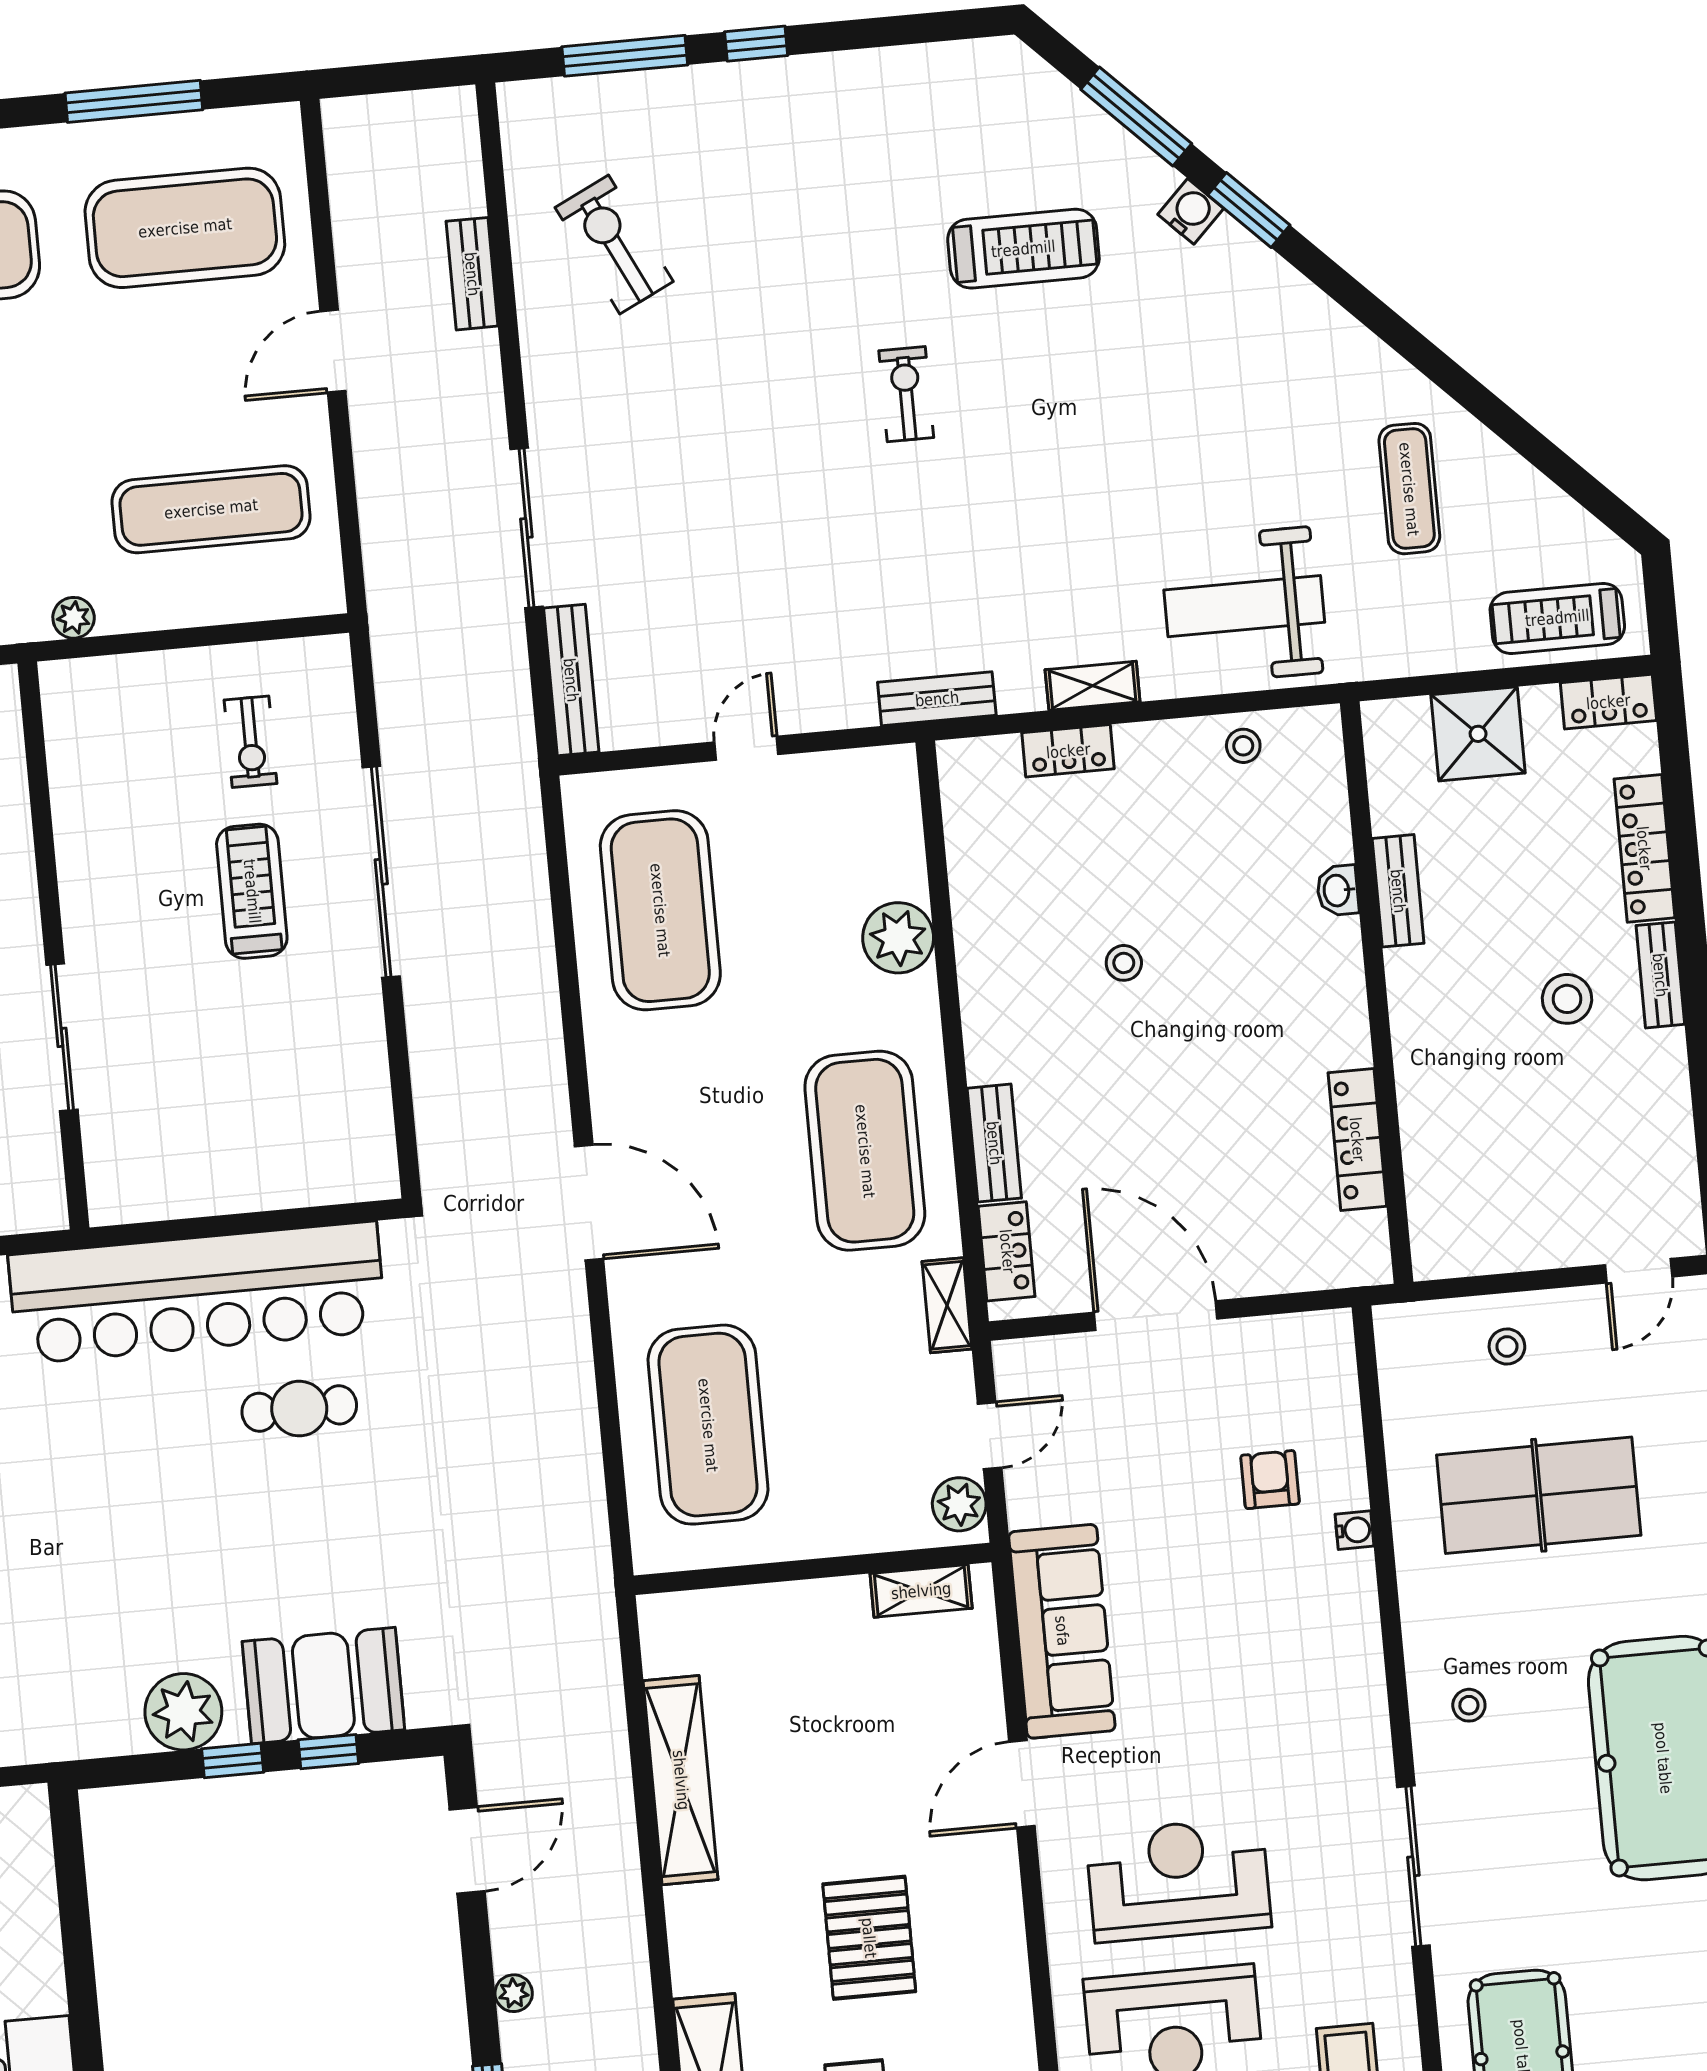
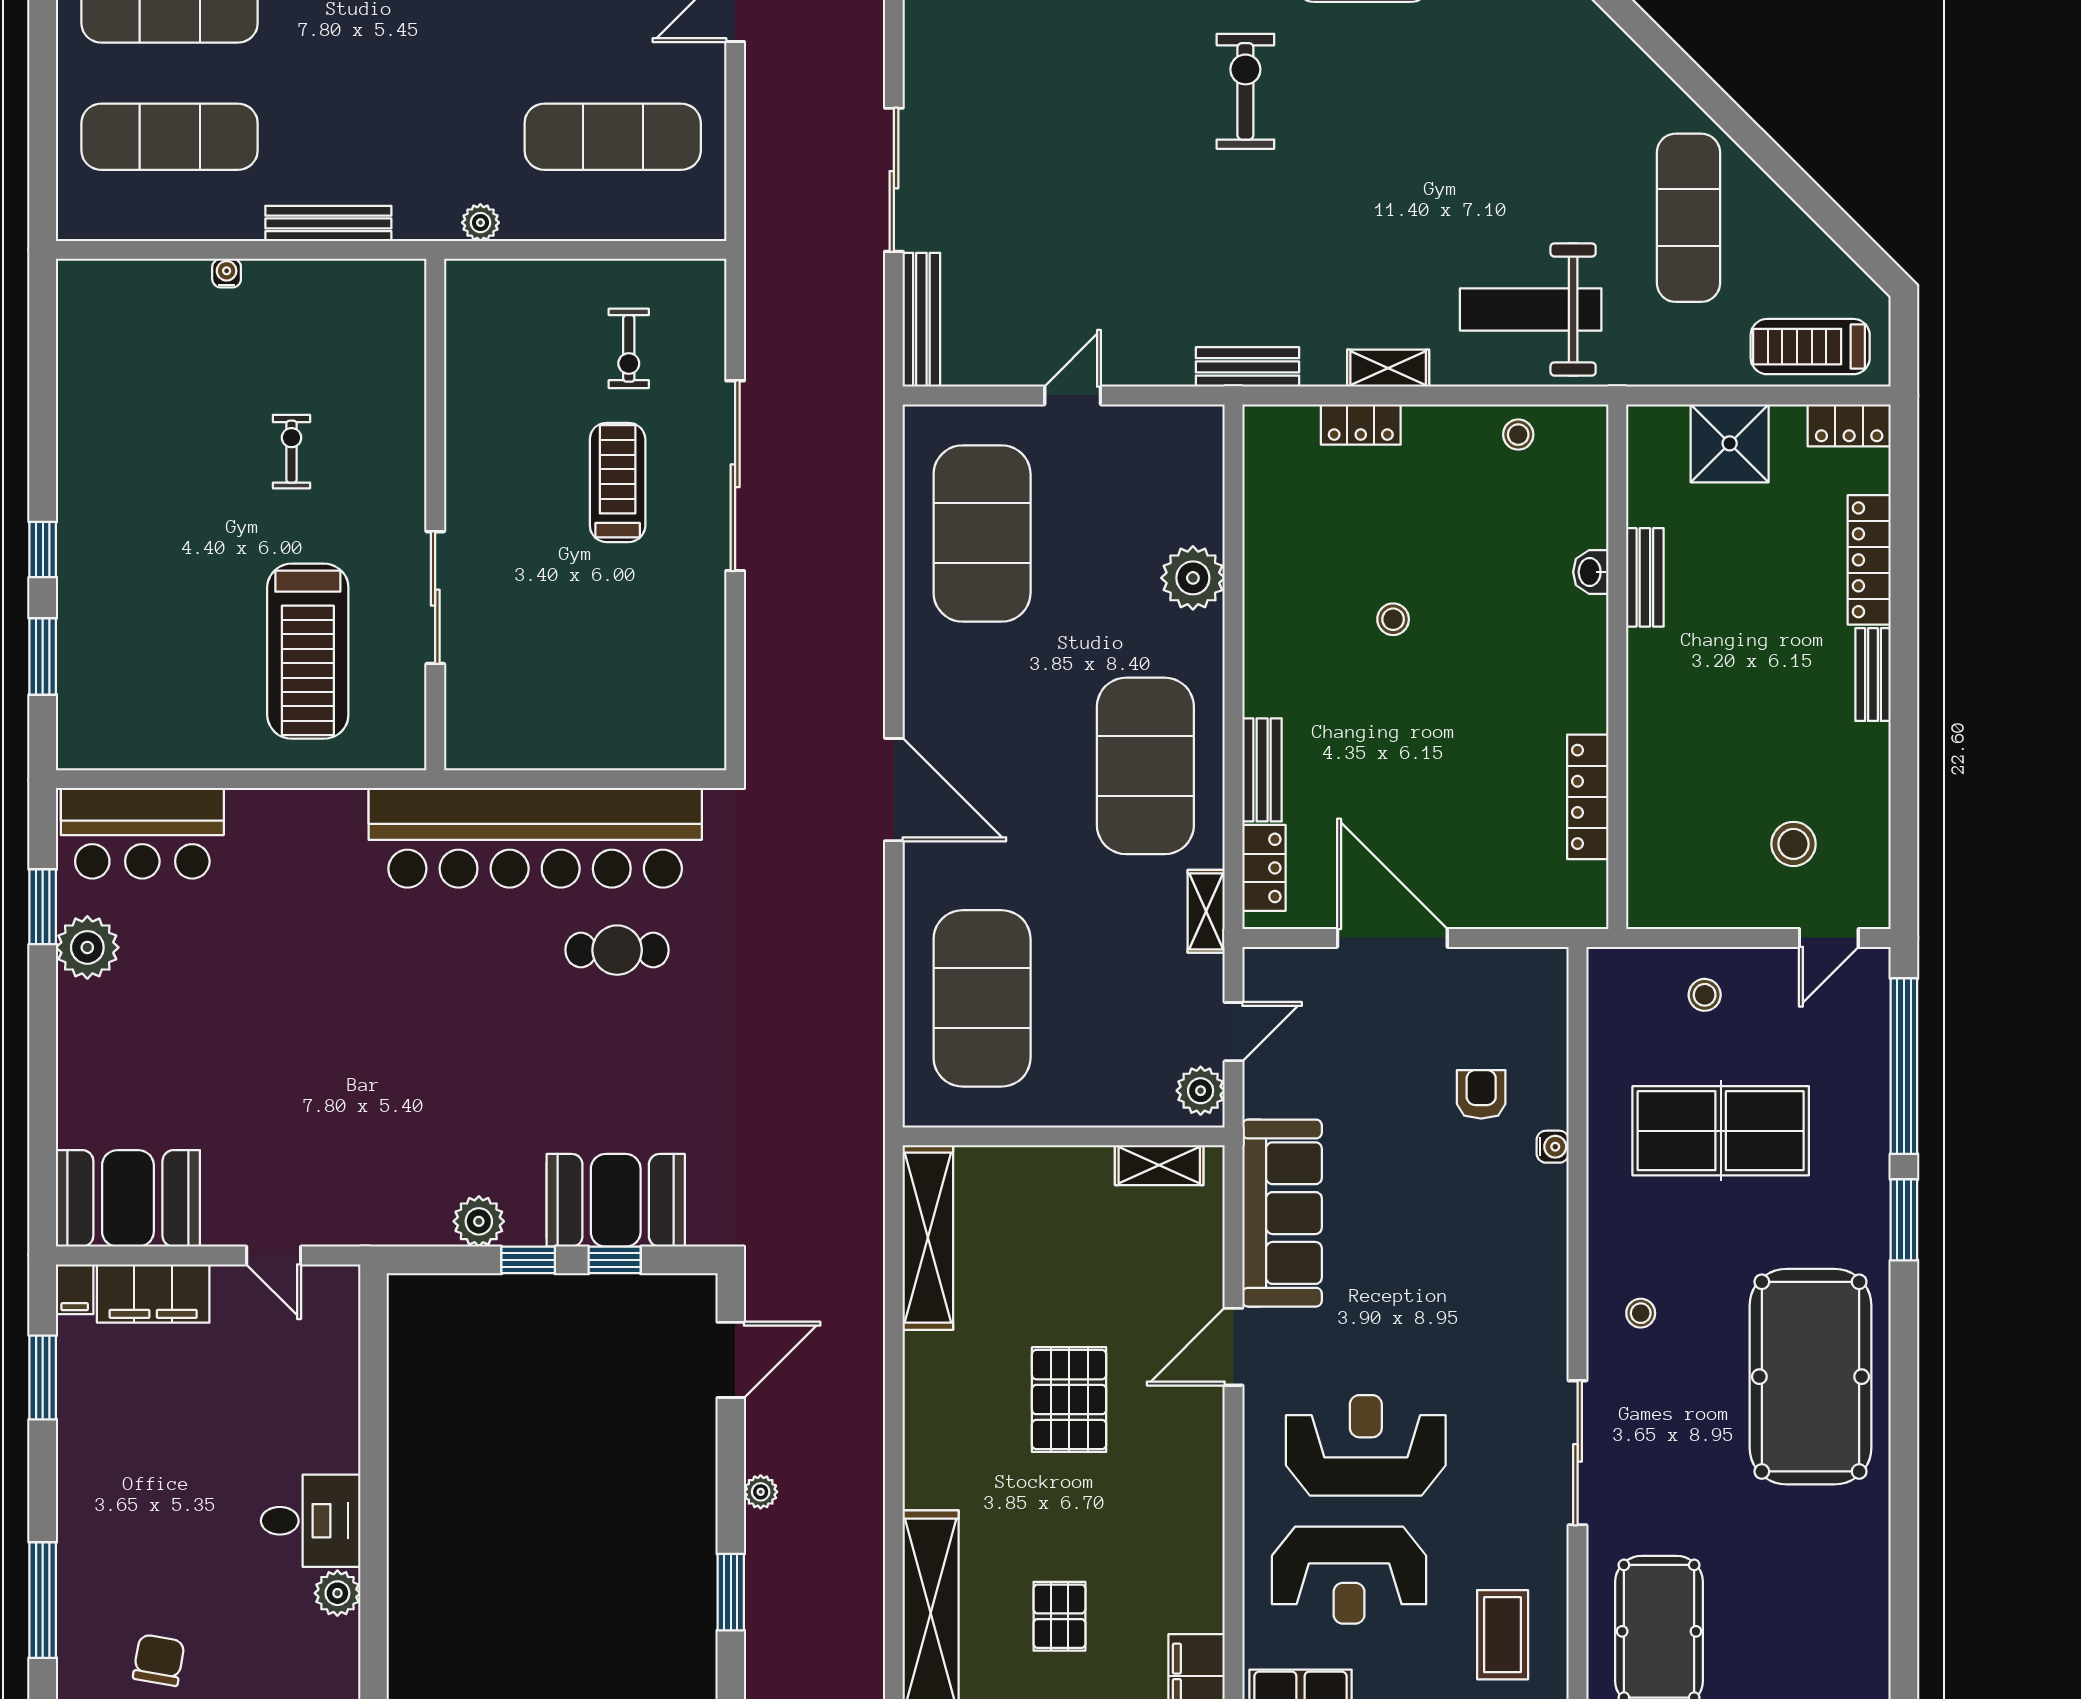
exercise bike: (906, 394) -> (1245, 91), width x1.38, depth x1.39
exercise mat: (1409, 489) -> (1688, 218), width x1.36, depth x1.45
stool: (1567, 999) -> (1793, 844), moved
plant: (183, 1712) -> (479, 1221), width x0.73, depth x0.73
shelving: (681, 1780) -> (928, 1238), moved
pallet: (869, 1938) -> (1069, 1400), moved

